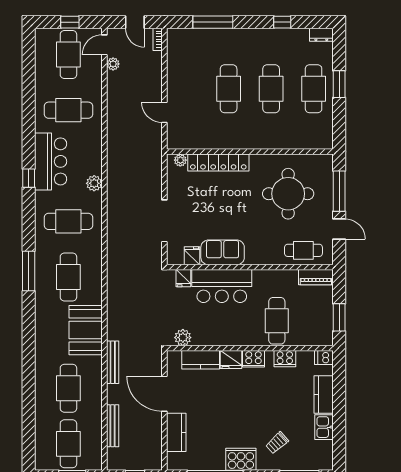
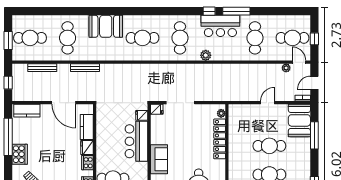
booth: (191, 44) -> (299, 120), added
door: (164, 112) -> (268, 103), moved
sofa: (223, 252) -> (159, 159), moved
fridge: (192, 256) -> (157, 109), moved
window: (29, 271) -> (236, 11), moved
booth: (86, 330) -> (106, 26), moved
plant: (183, 338) -> (102, 115), removed
cafe table: (68, 388) -> (68, 38), turned 90
door: (164, 394) -> (64, 103), swing flipped
kitchen counter: (176, 432) -> (27, 111), moved

